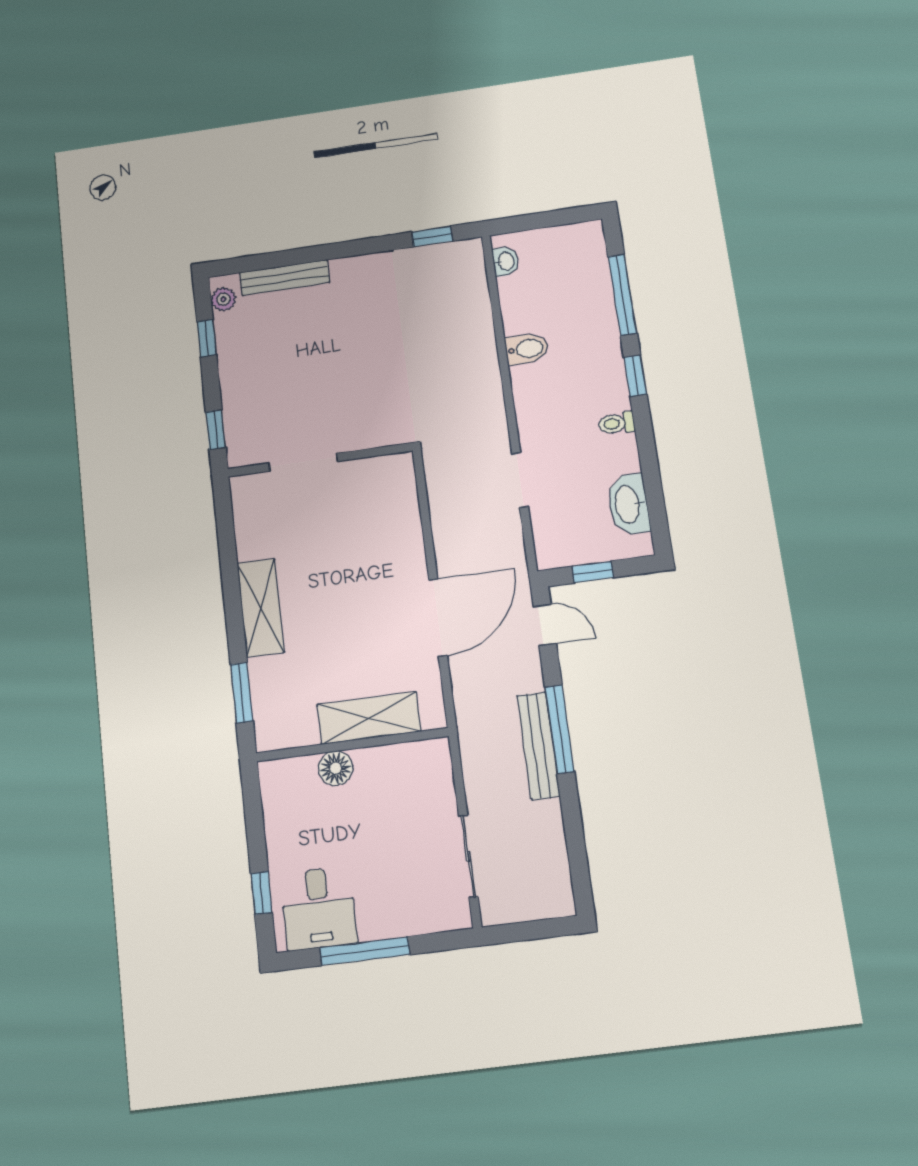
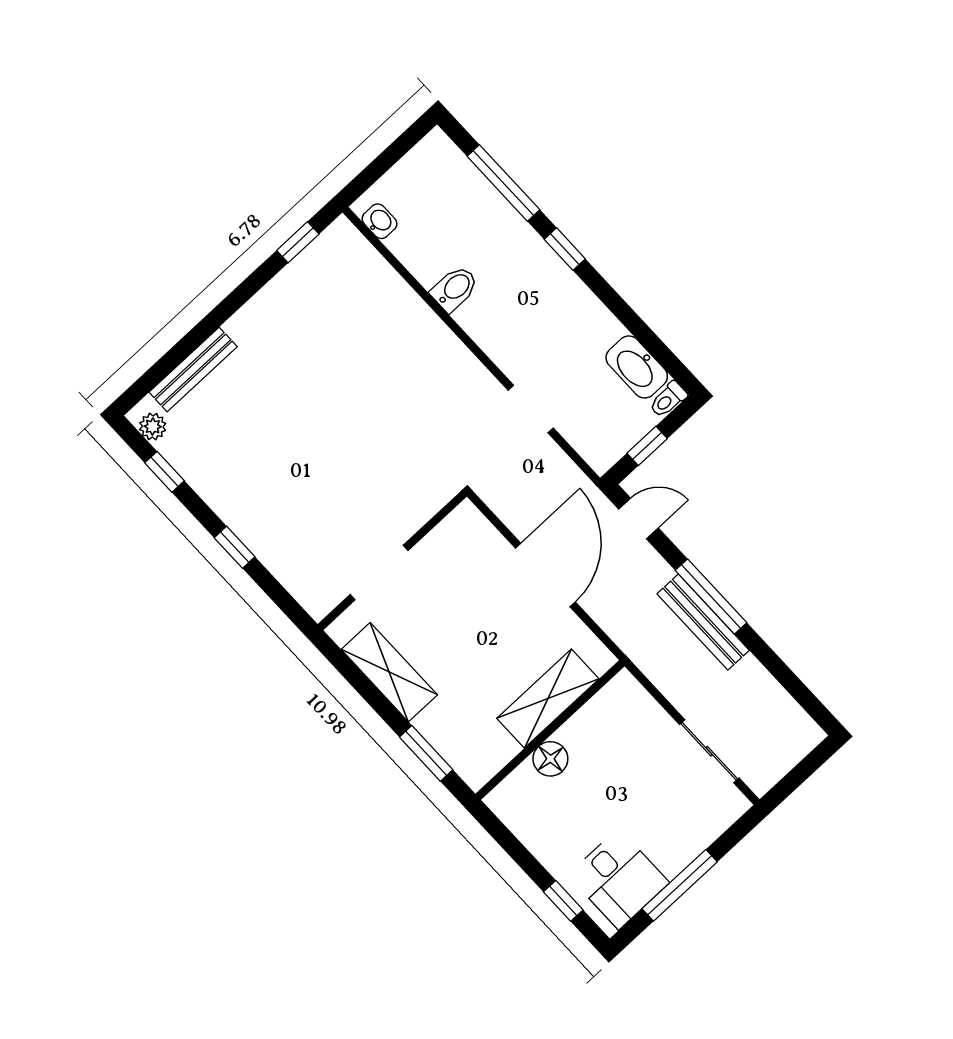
toilet: (617, 423) -> (668, 399), moved
wall: (320, 460) -> (392, 560), moved
doorway: (303, 462) -> (379, 573), moved

